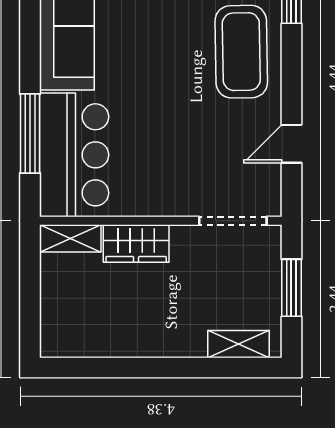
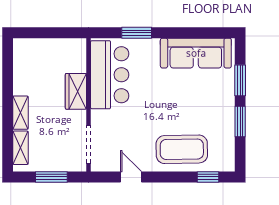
window: (30, 133) -> (137, 33), width x0.69
bar counter: (74, 155) -> (110, 75), moved, turned -90
shelving: (70, 238) -> (20, 113), moved

